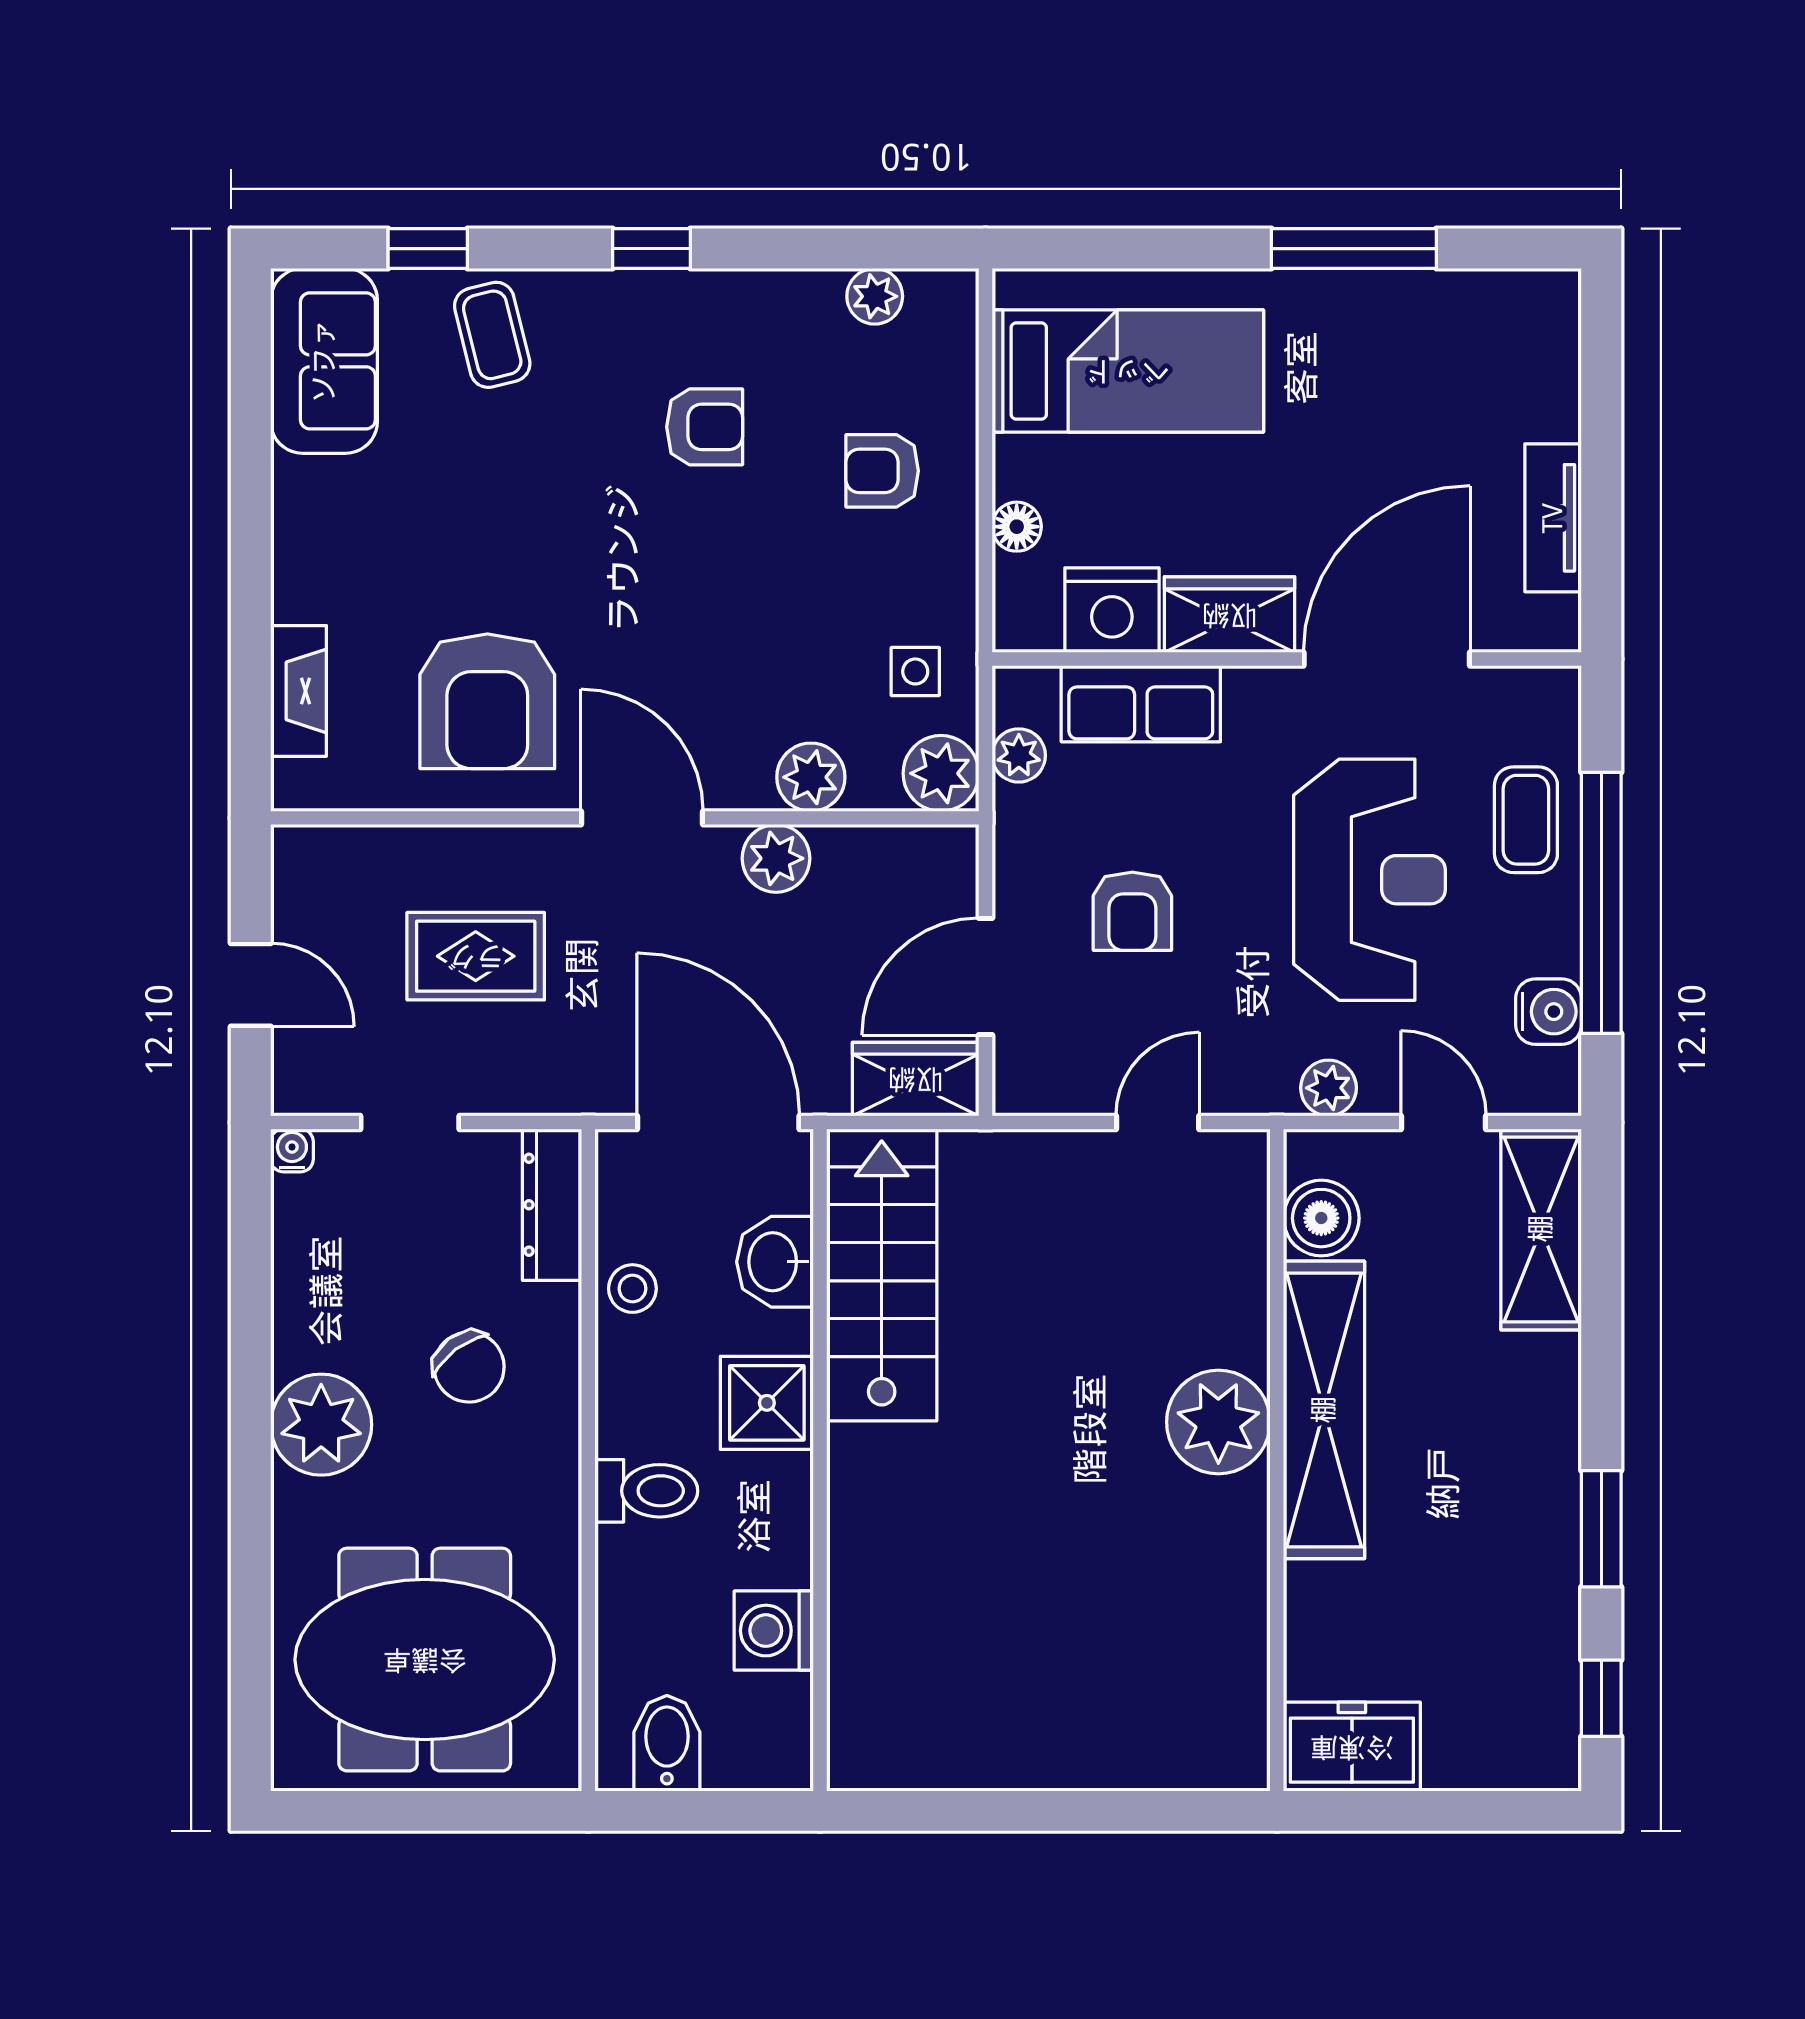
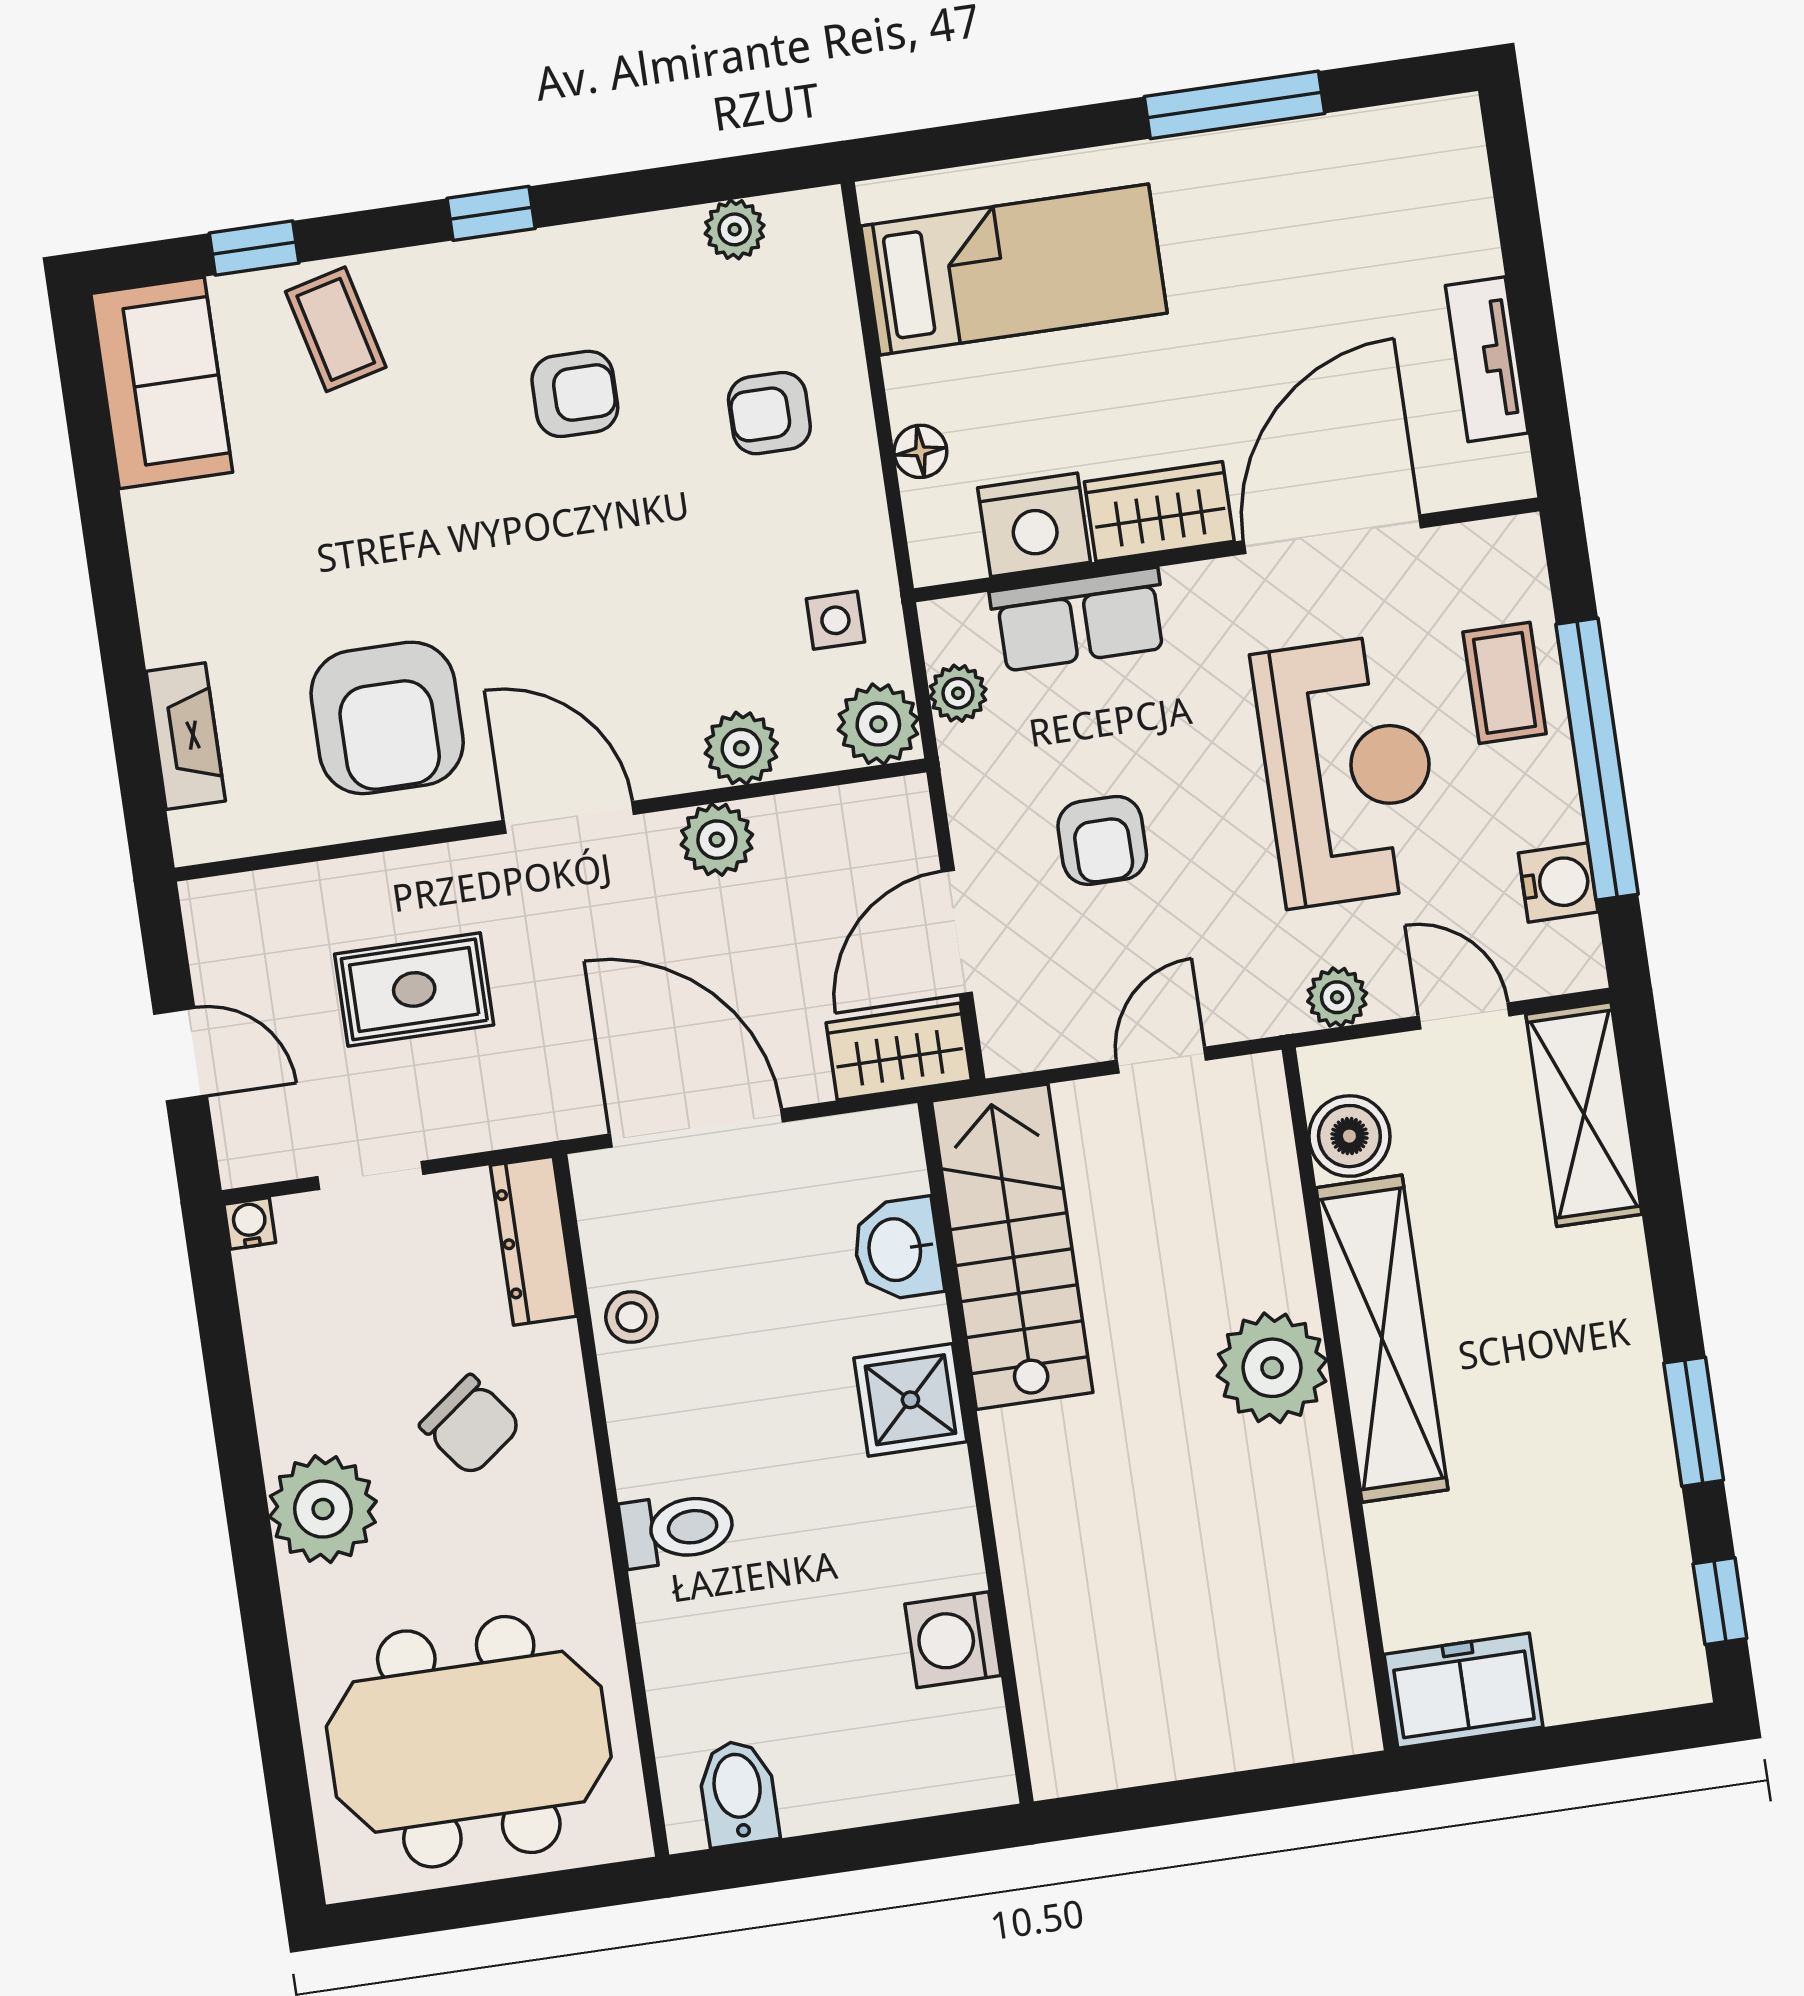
washbasin: (775, 1262) -> (897, 1249), moved
stairs: (882, 1275) -> (1012, 1247), moved
shower: (767, 1403) -> (910, 1400), moved
wall: (820, 1460) -> (975, 1452), moved
washing machine: (774, 1631) -> (953, 1640), moved

